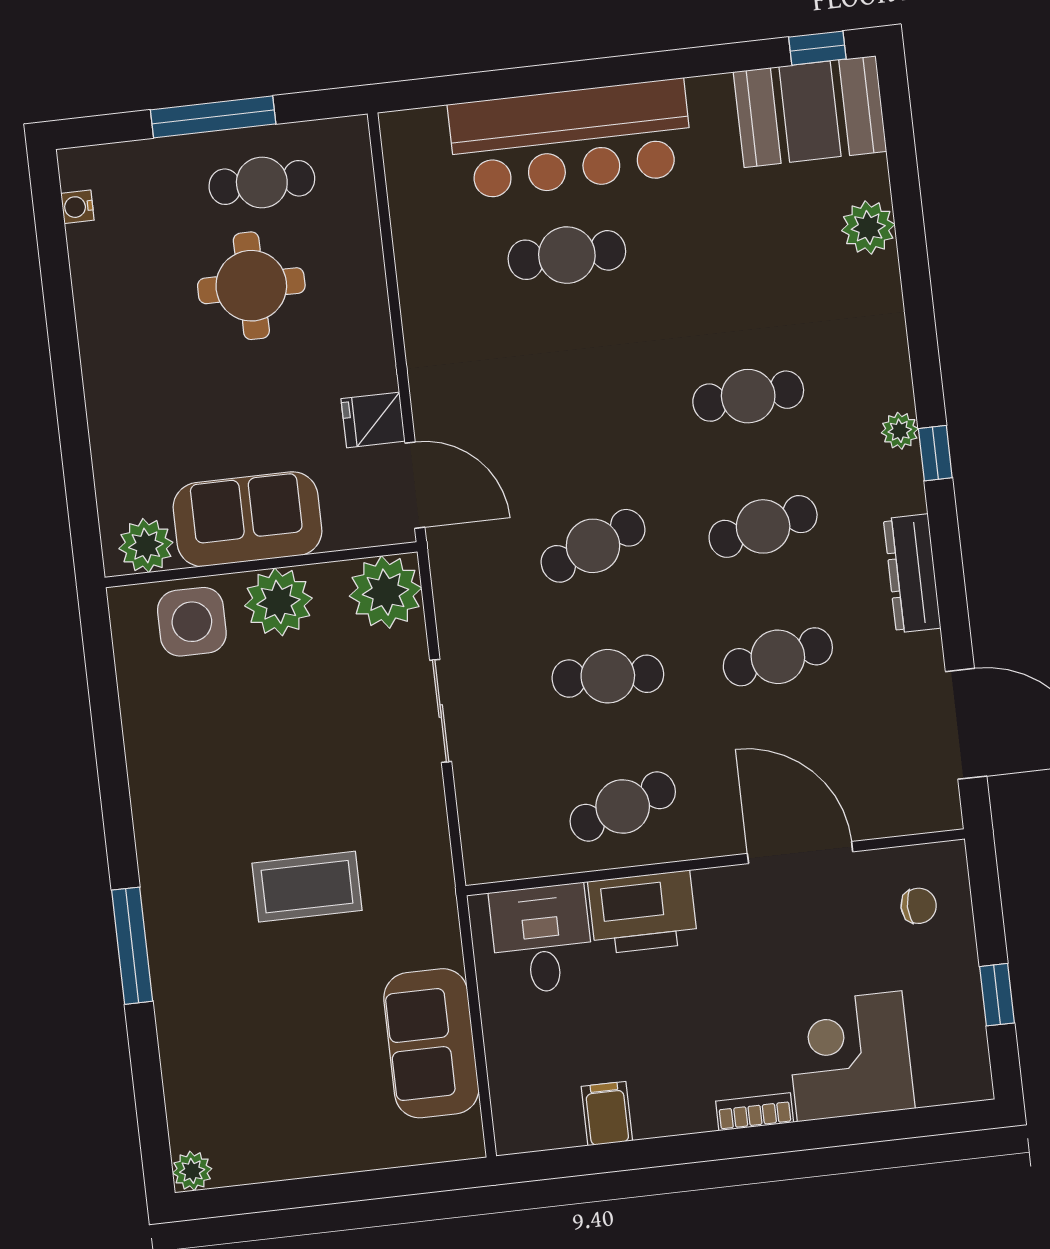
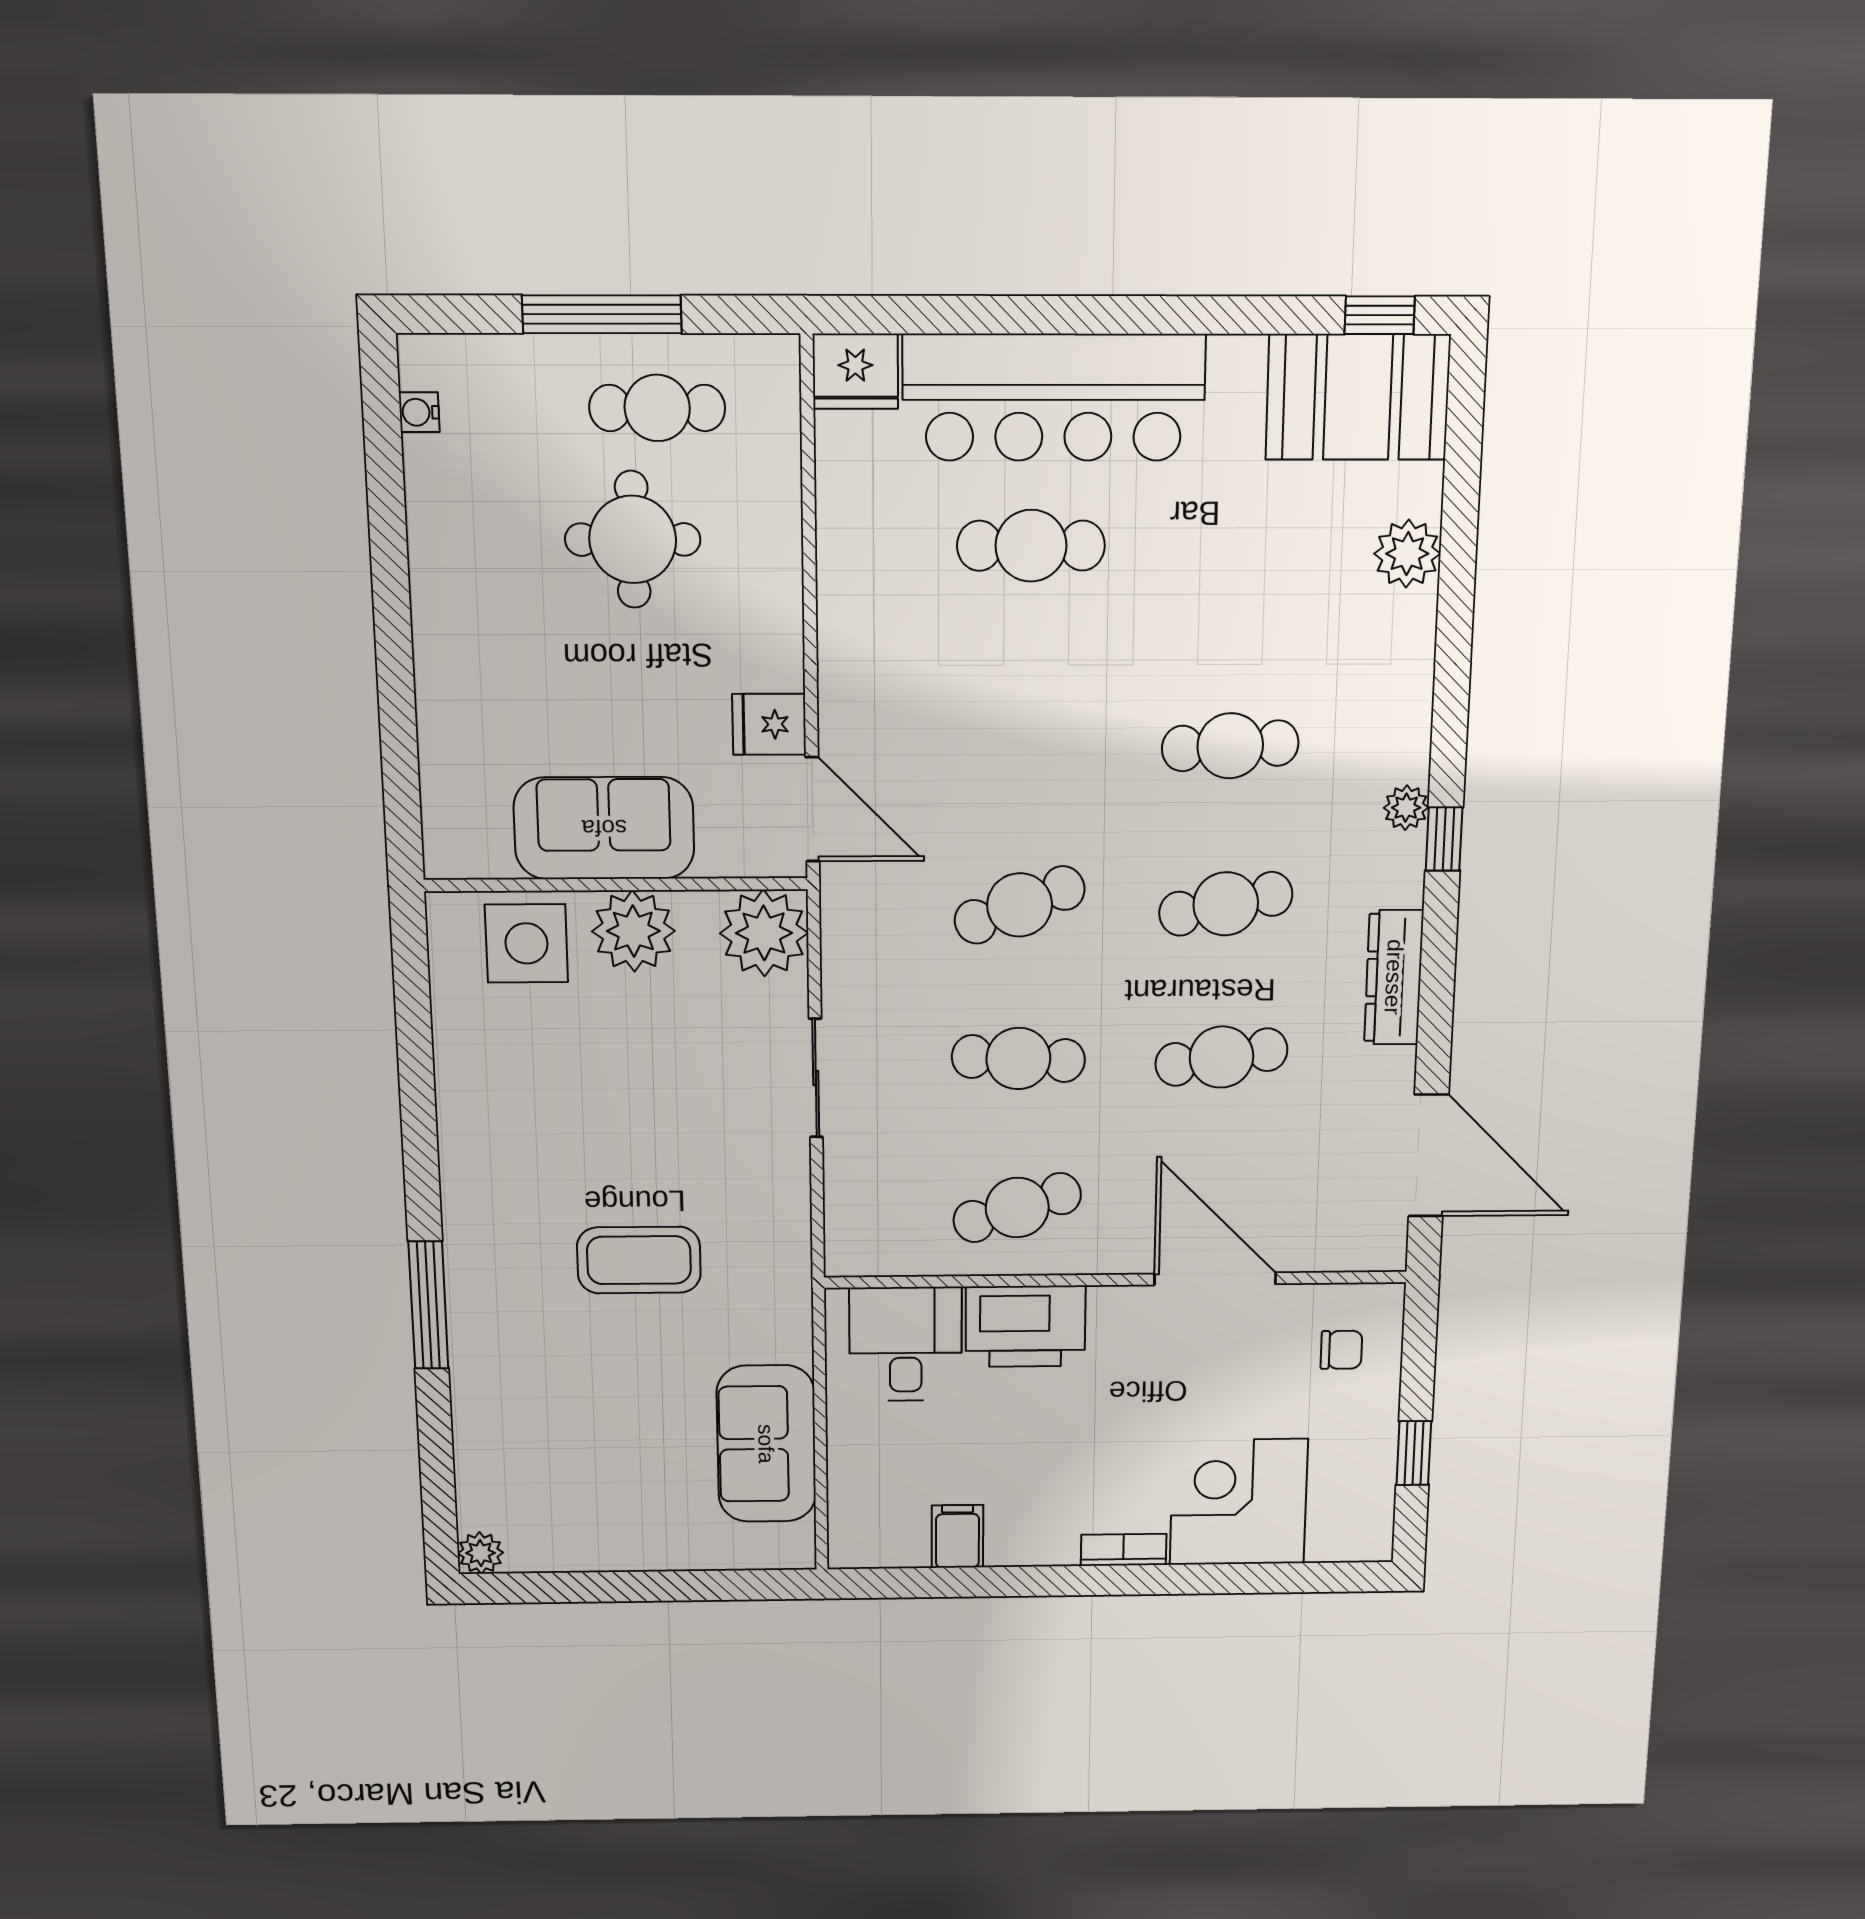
fridge: (413, 137) -> (855, 371), added
plant: (146, 546) -> (477, 847), removed

